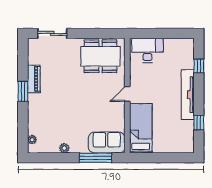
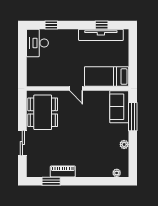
sliding door: (52, 33) -> (22, 143), moved
desk: (147, 50) -> (37, 43), moved
window: (23, 91) -> (51, 181), moved
tv unit: (188, 95) -> (101, 35), moved

